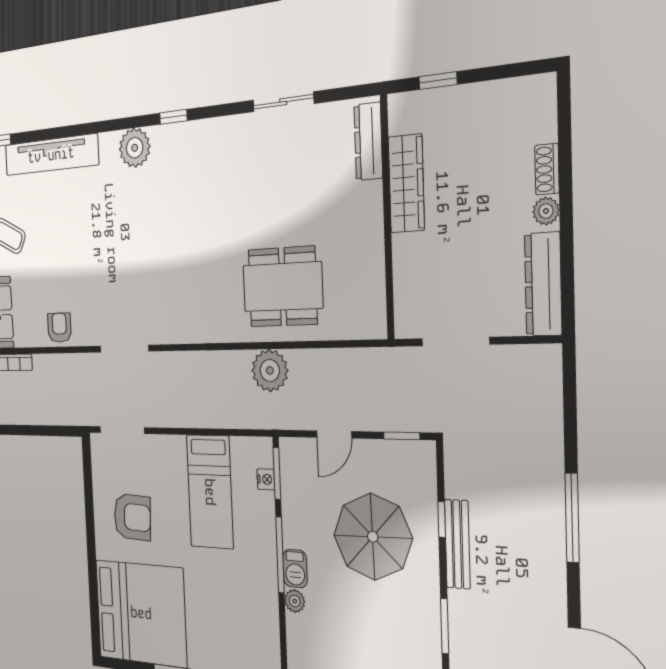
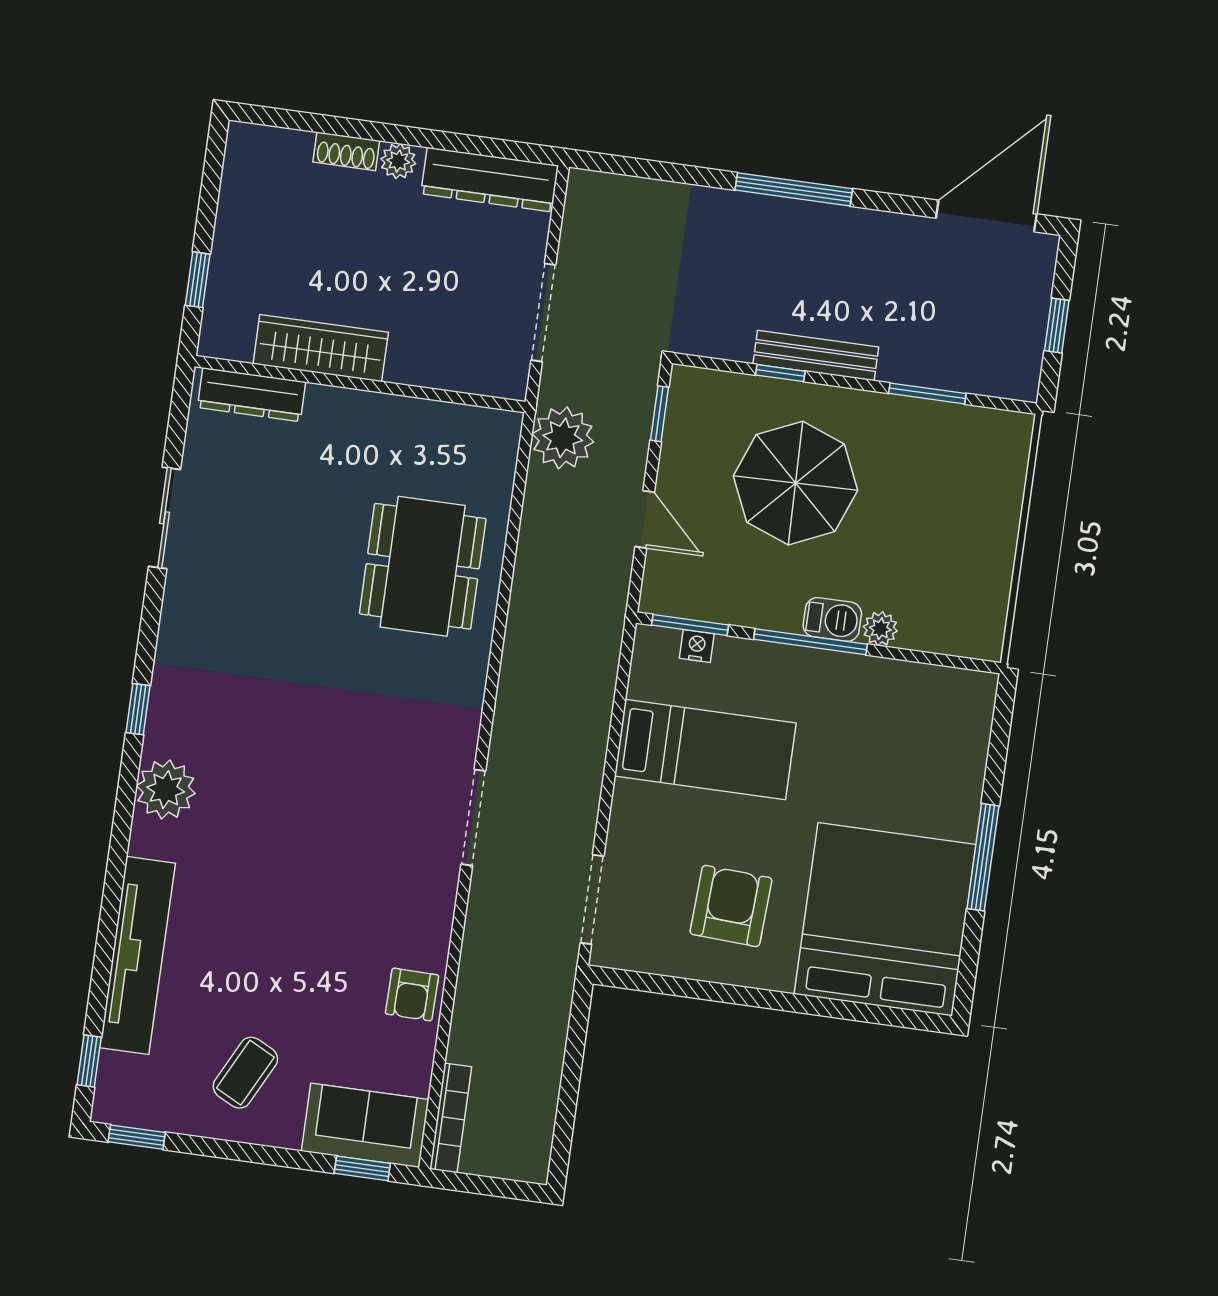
armchair: (59, 328) -> (412, 994), turned -89
doorway: (124, 349) -> (473, 817), moved
plant: (270, 370) -> (563, 438), moved

